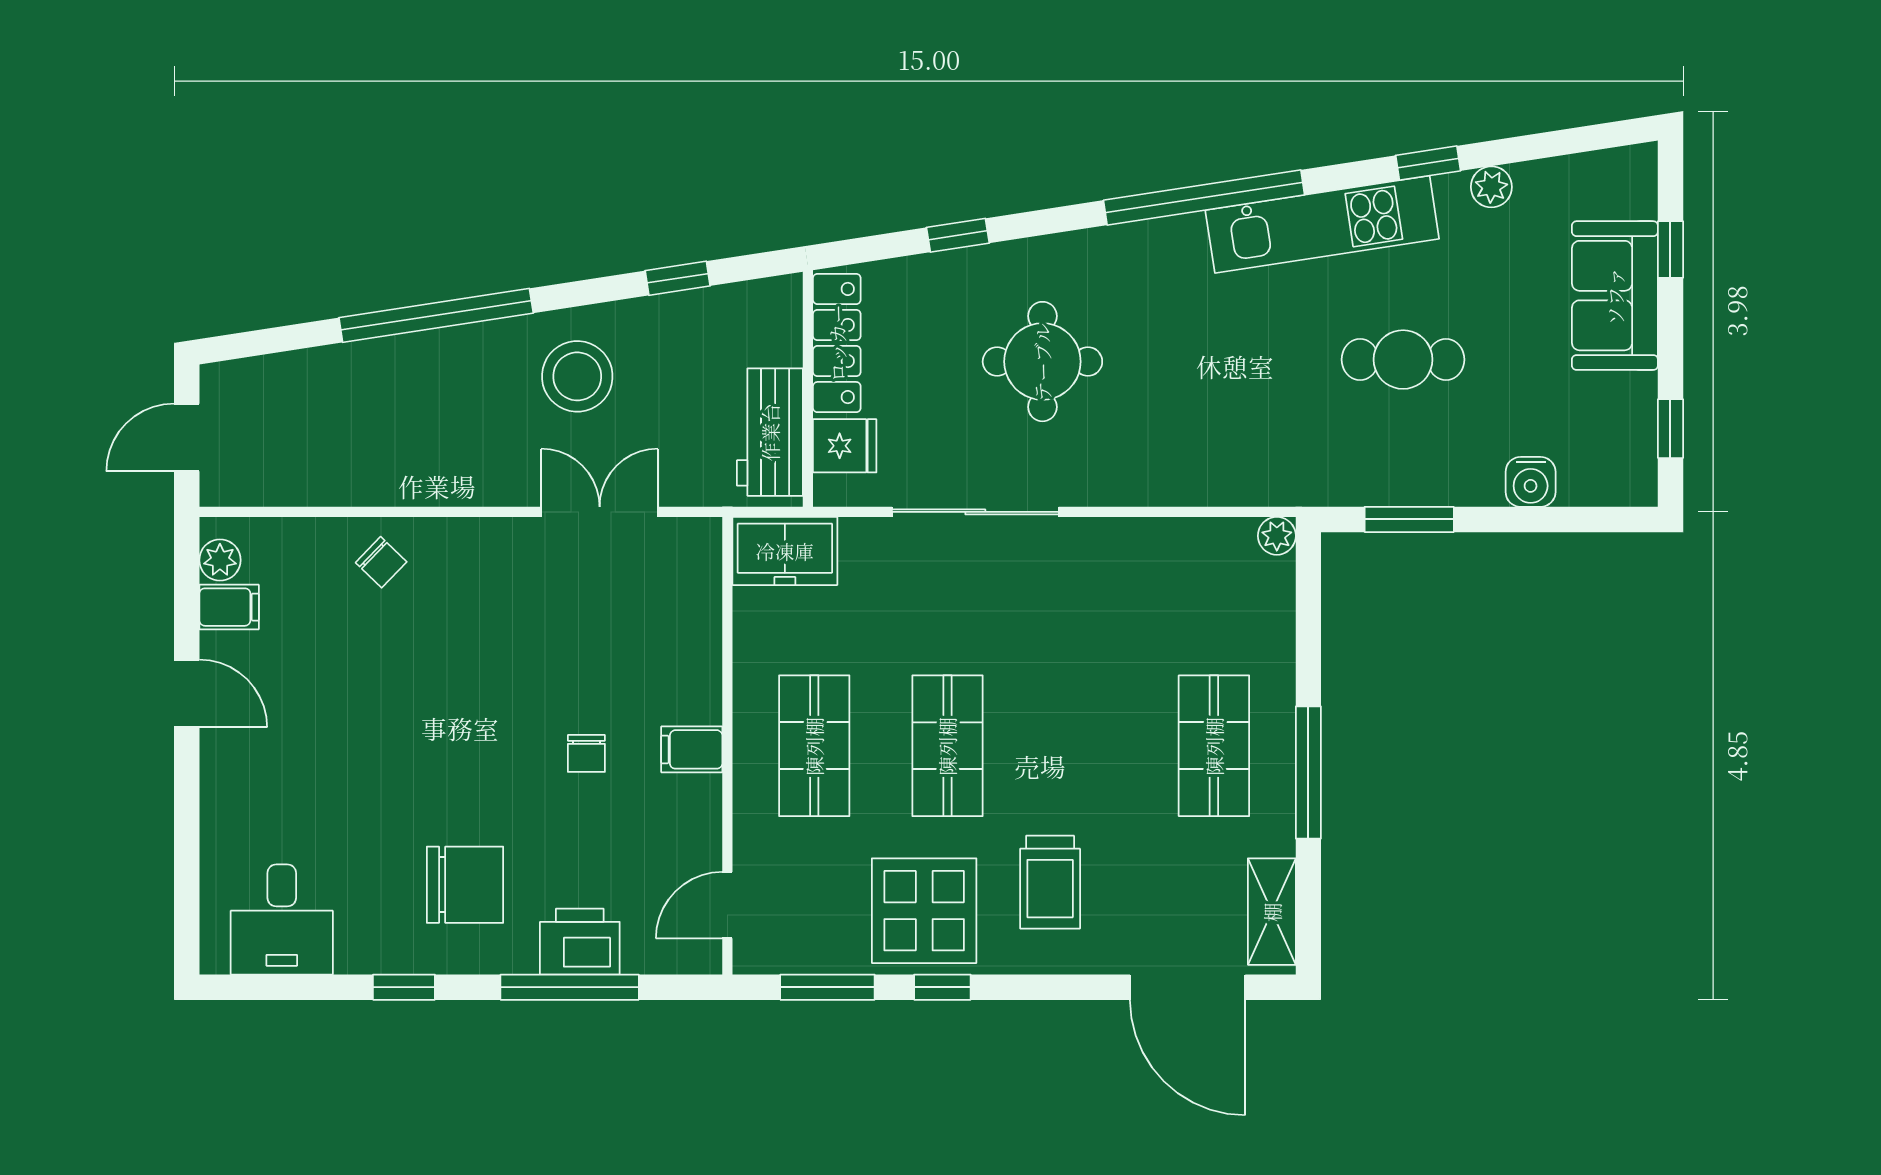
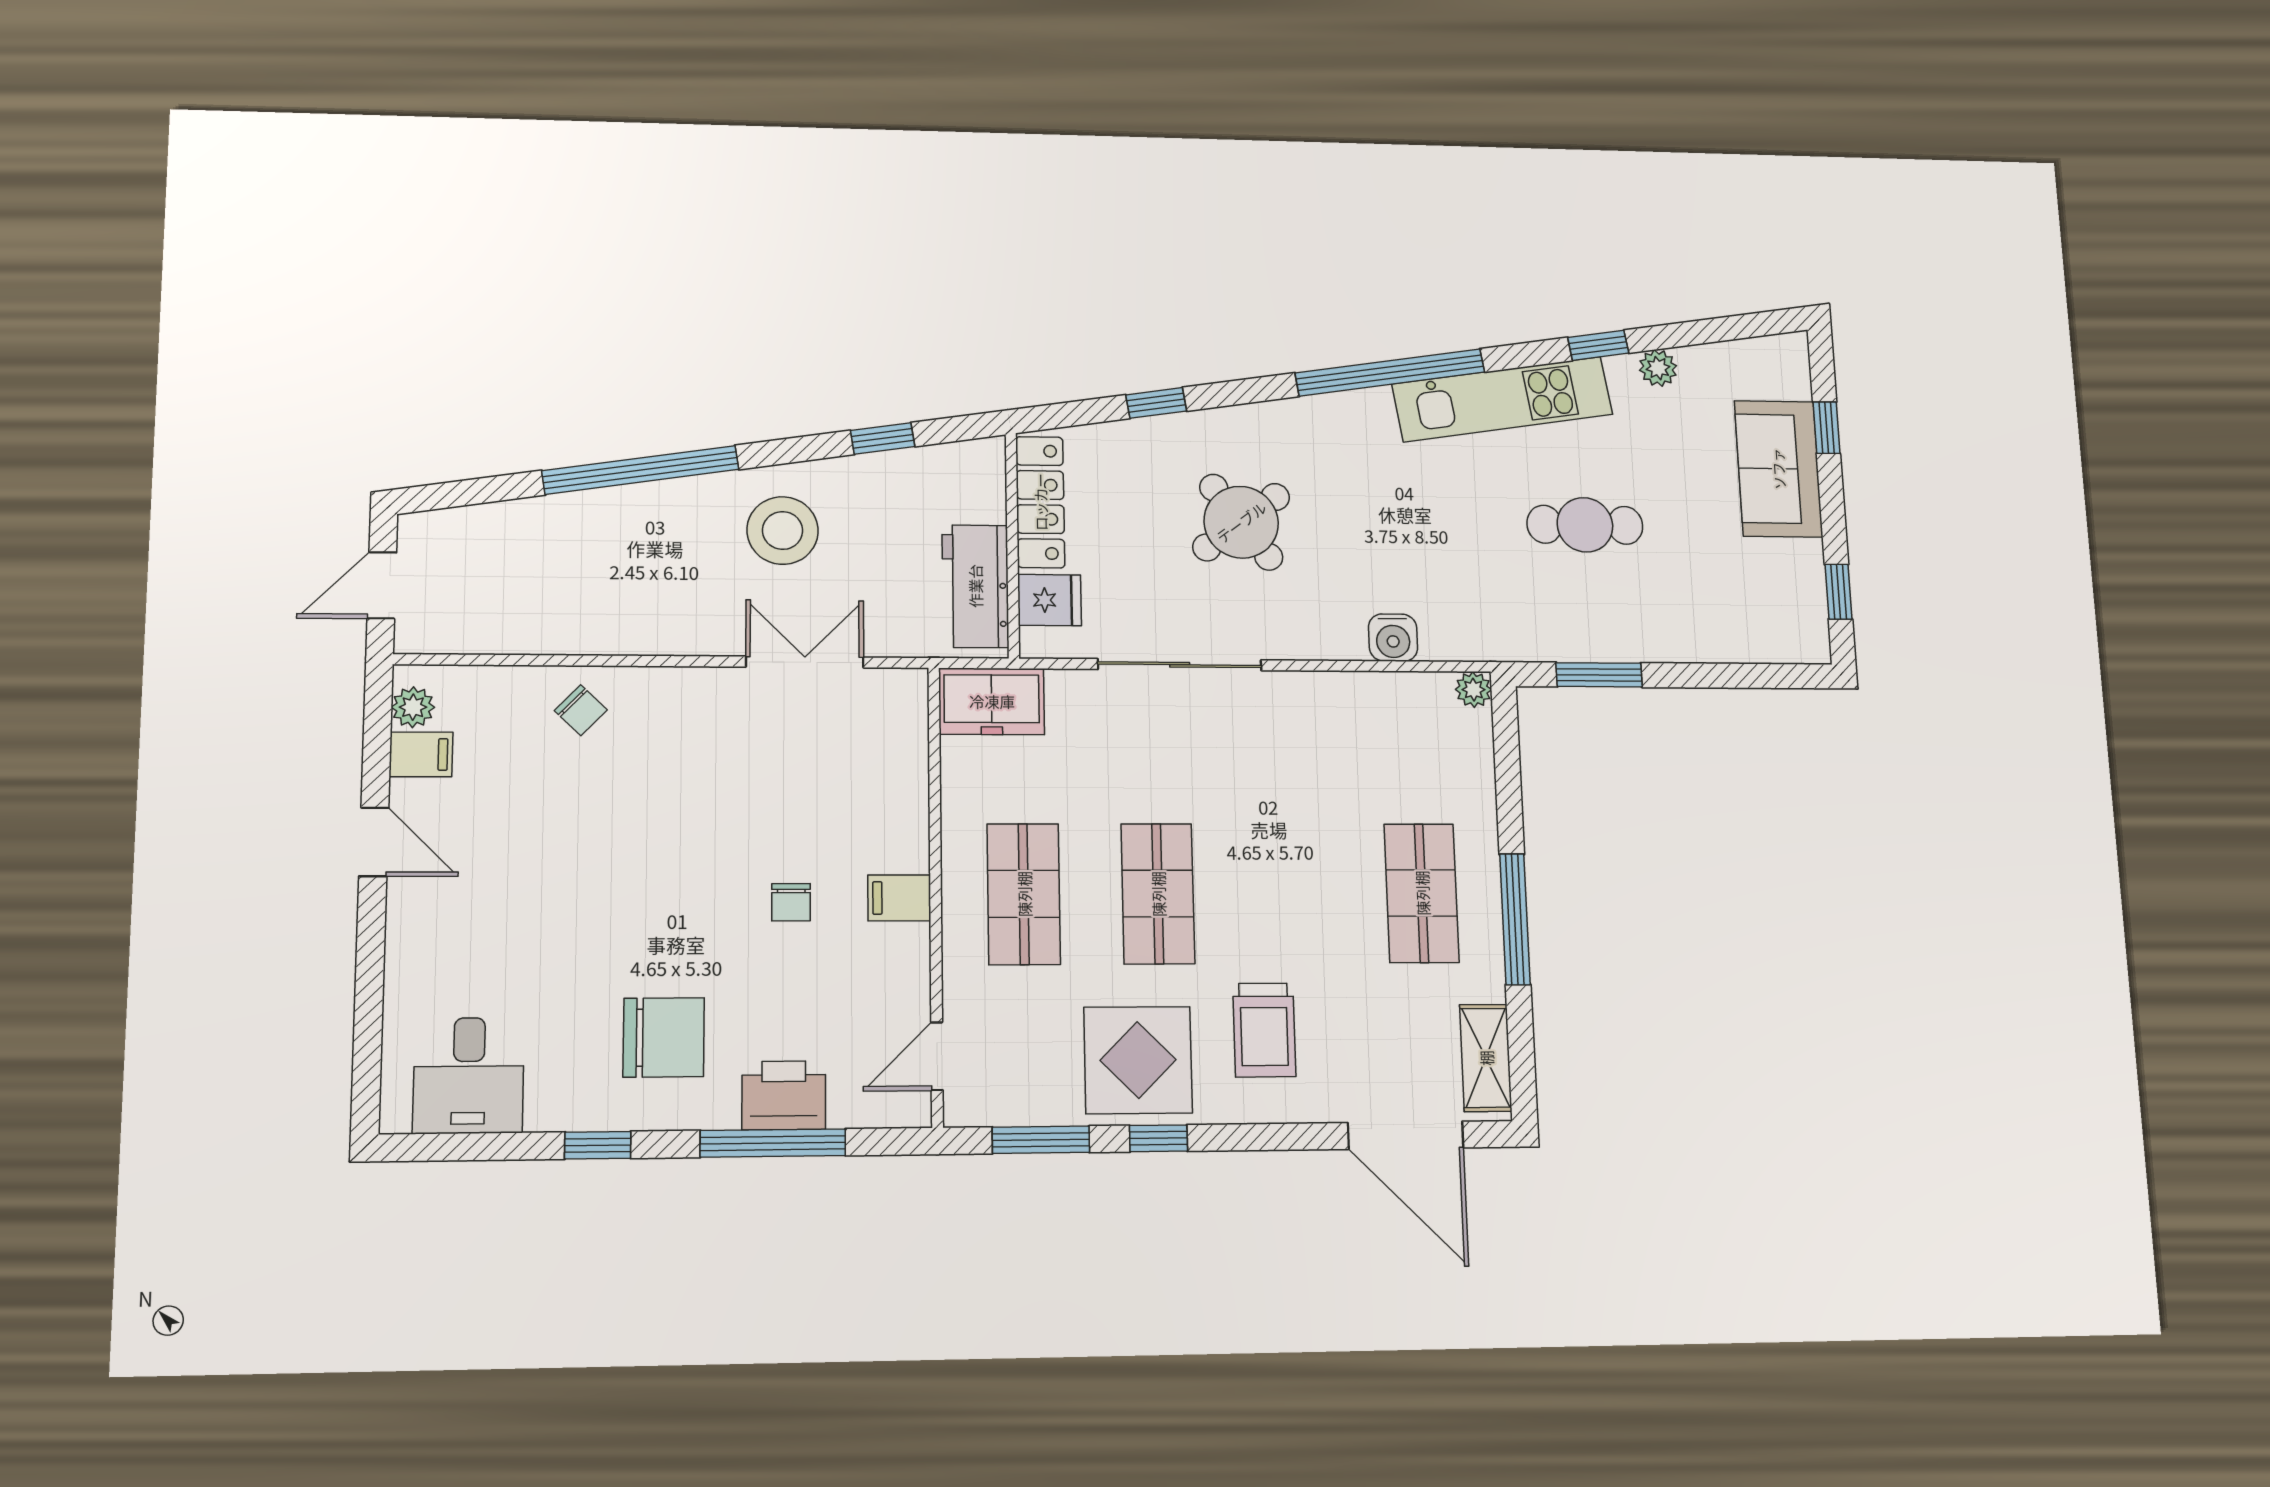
round table: (1042, 362) -> (1241, 522), turned -37
water cooler: (1531, 482) -> (1393, 638), moved

